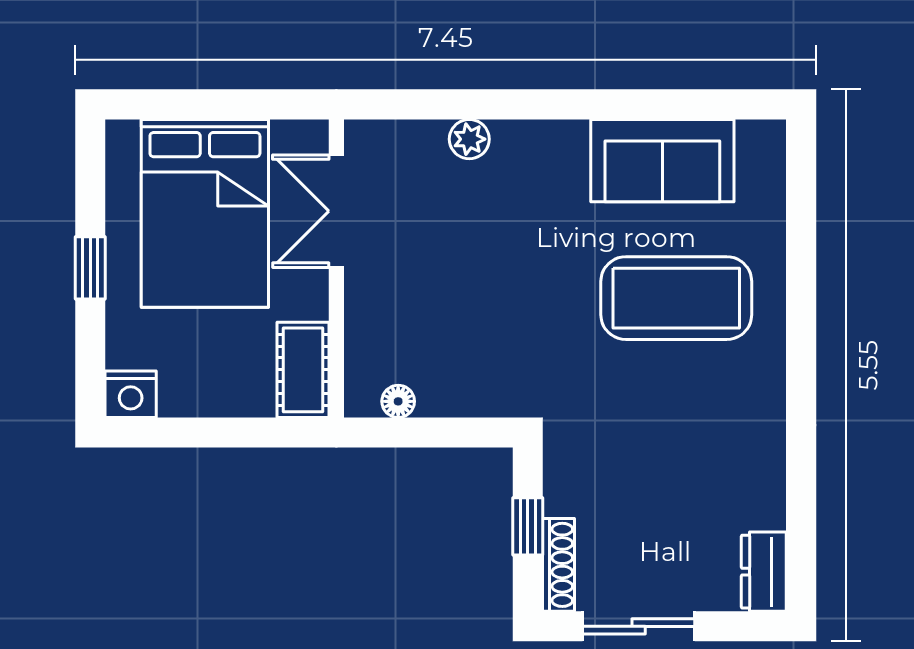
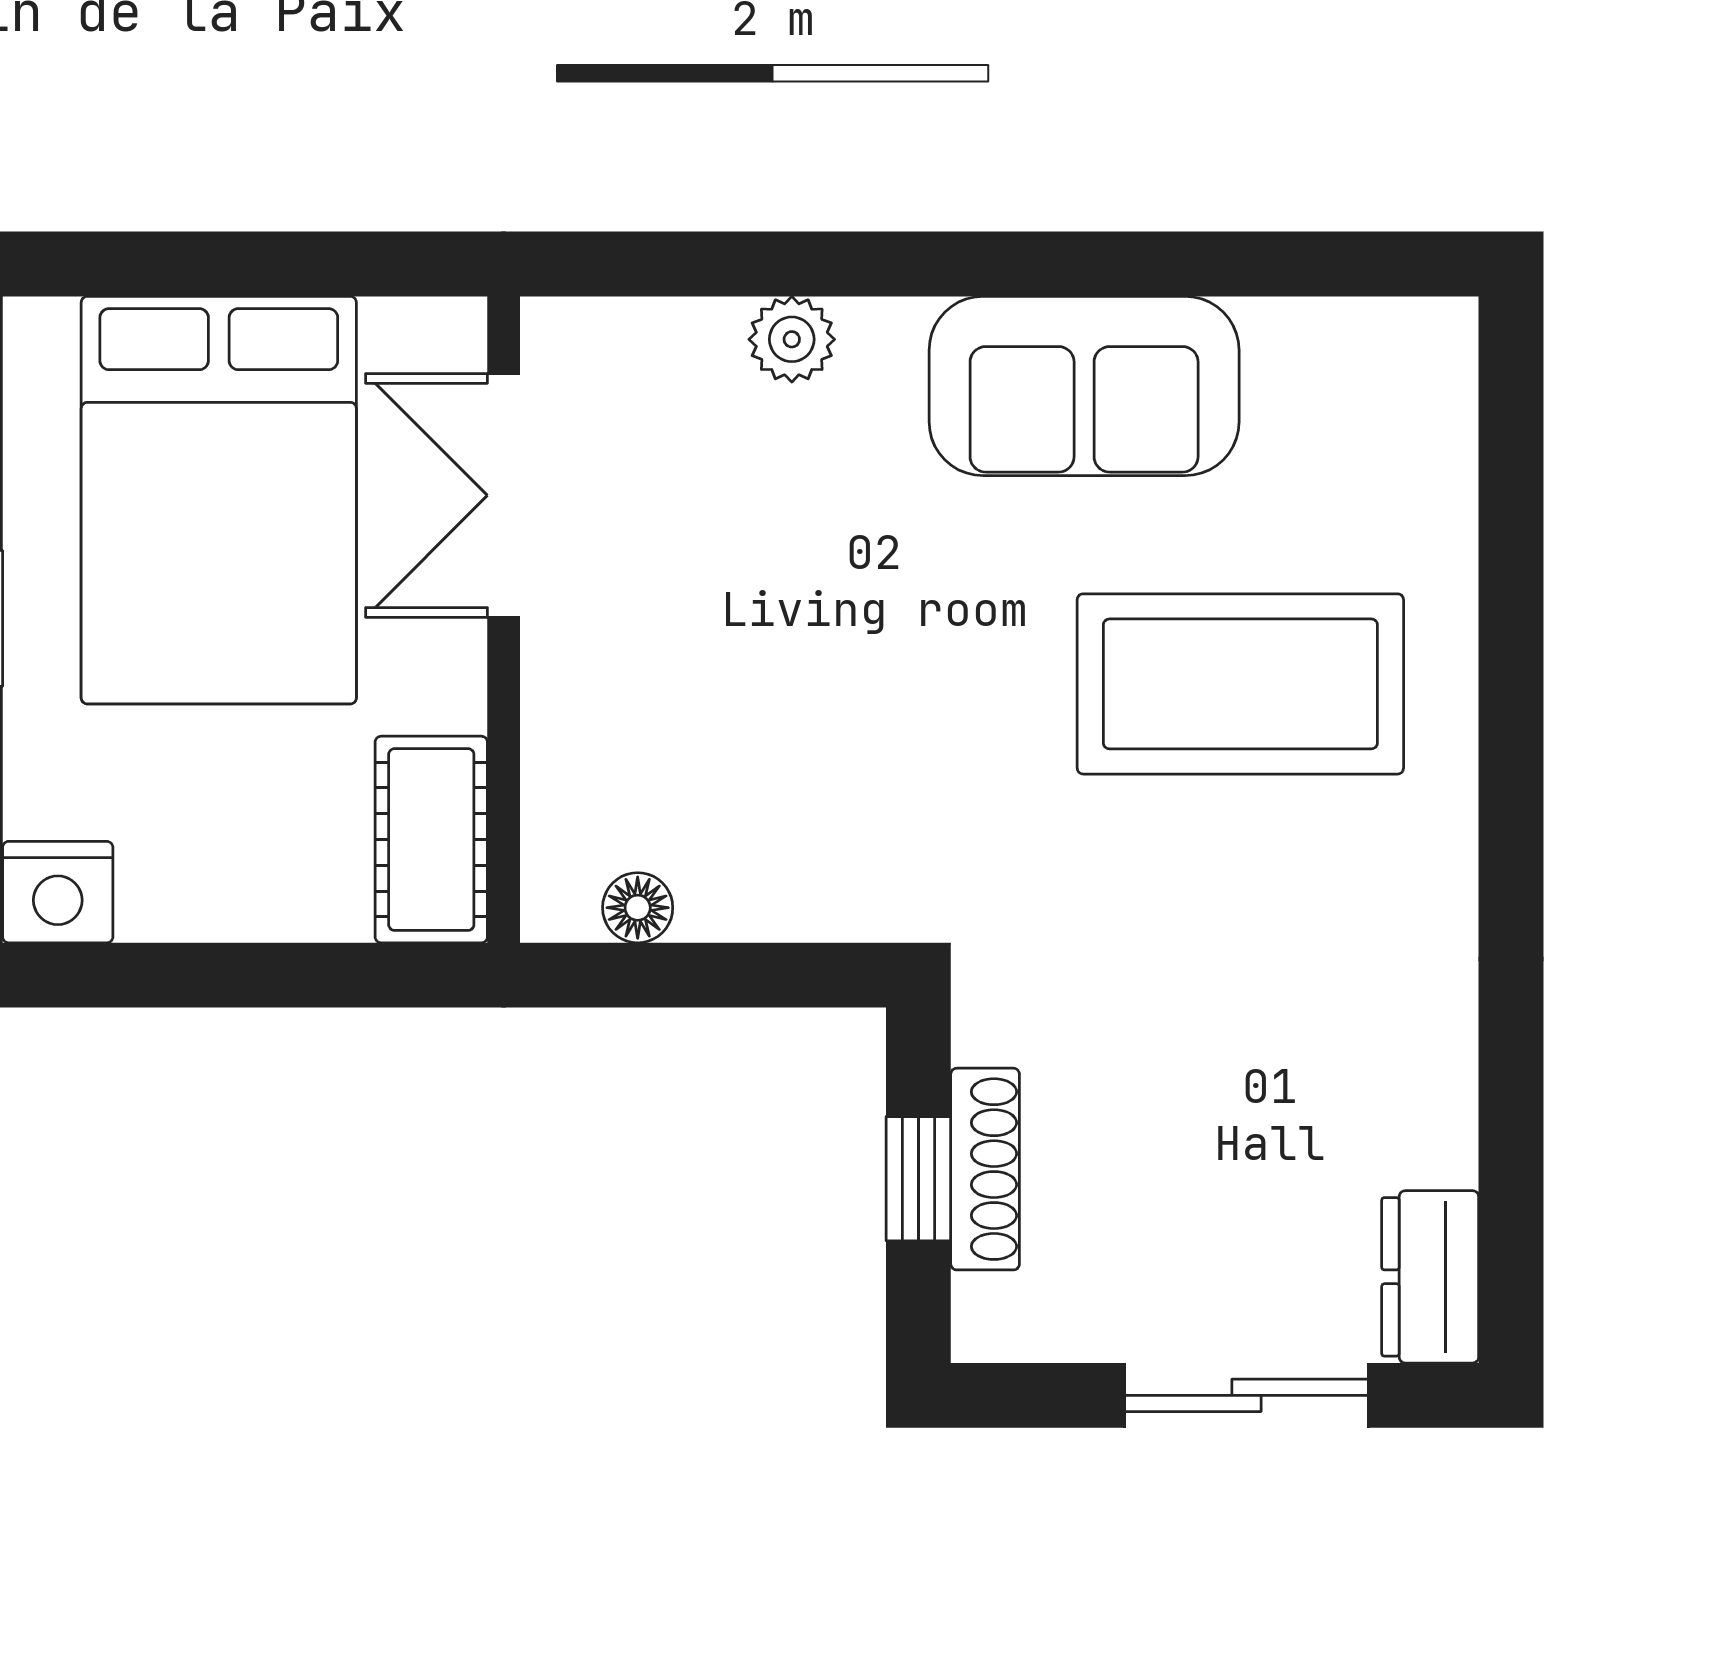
sofa: (662, 161) -> (1084, 386), moved
shoe rack: (558, 565) -> (985, 1169), moved
sliding door: (639, 626) -> (1246, 1395), moved

